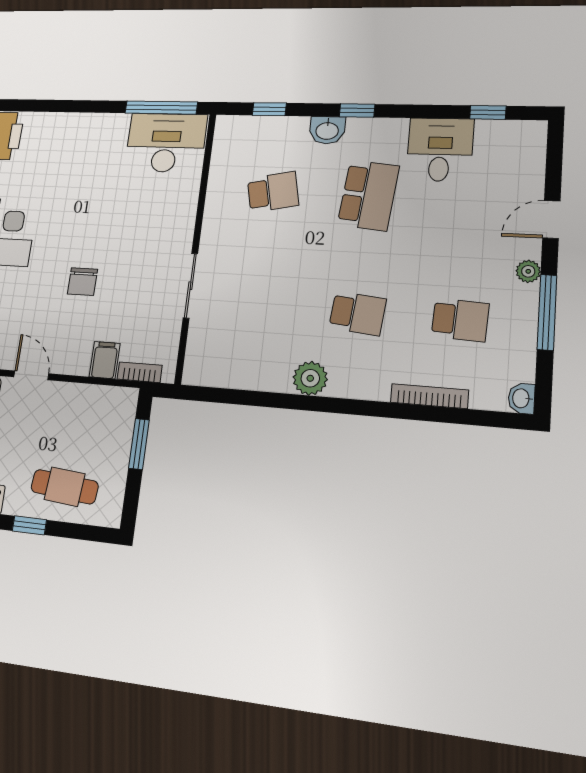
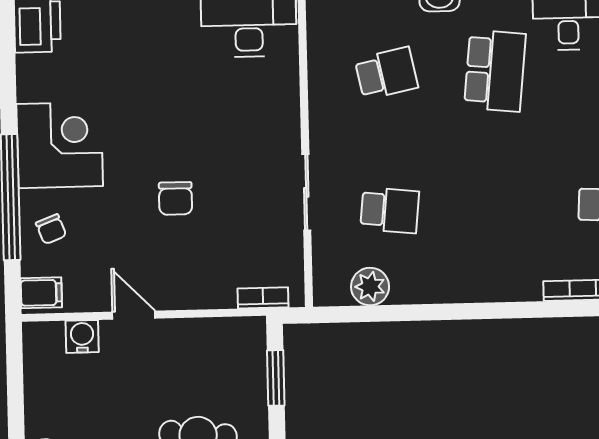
school desk: (358, 313) -> (390, 210), moved
filing cabinet: (105, 360) -> (219, 288), removed
plant: (310, 378) -> (370, 287), moved

